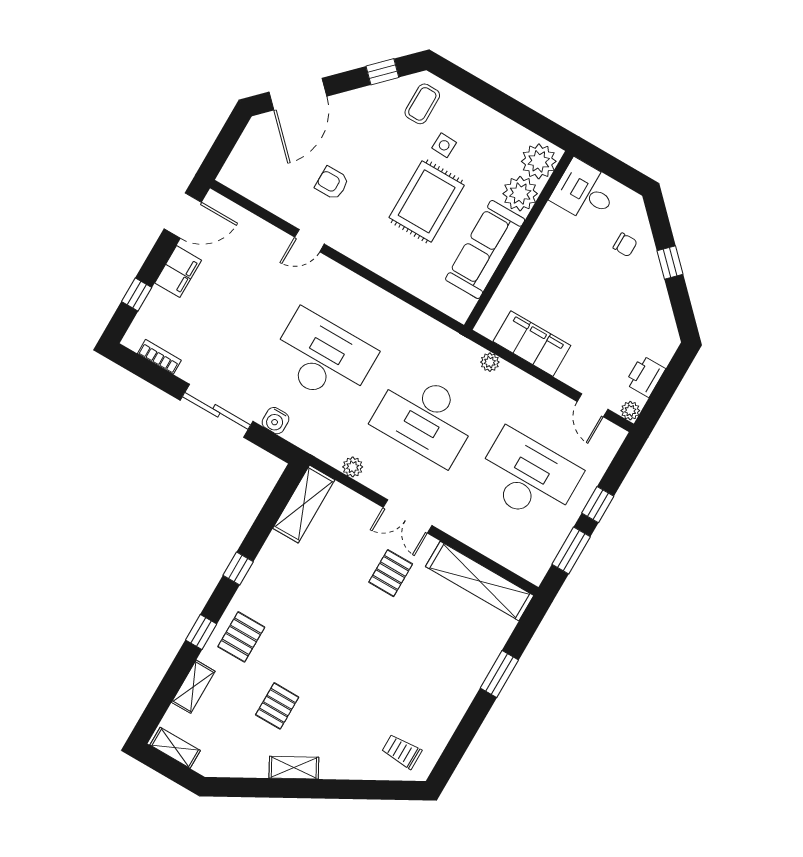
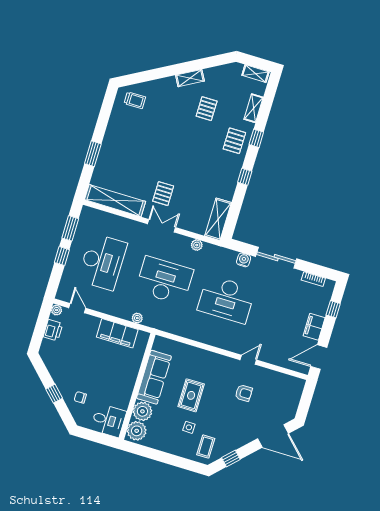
door: (298, 94) -> (273, 436), swing flipped
rug: (427, 201) -> (191, 395), width x0.73, depth x0.70
desk: (528, 477) -> (102, 262), turned -90

